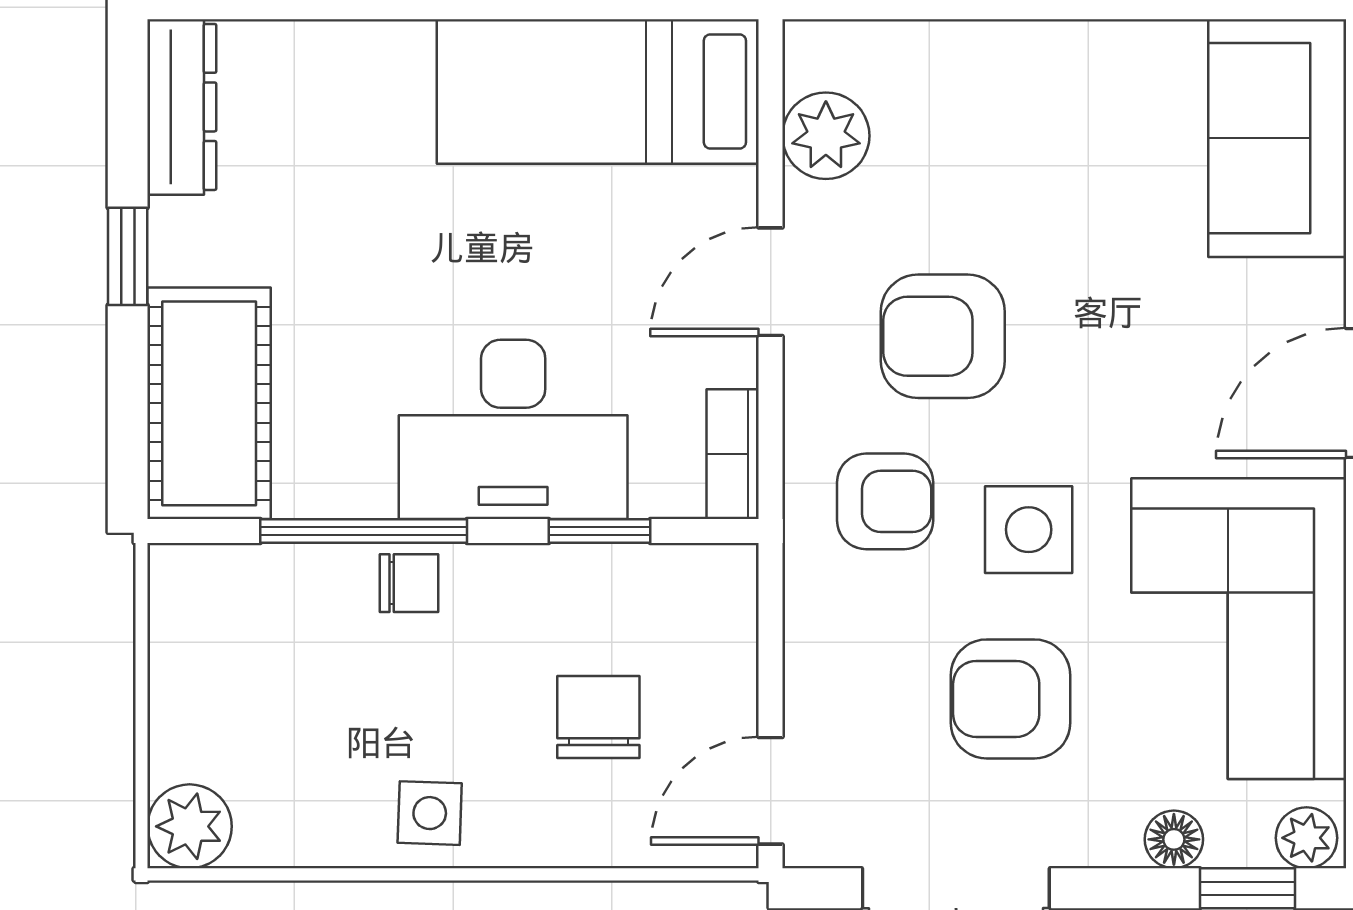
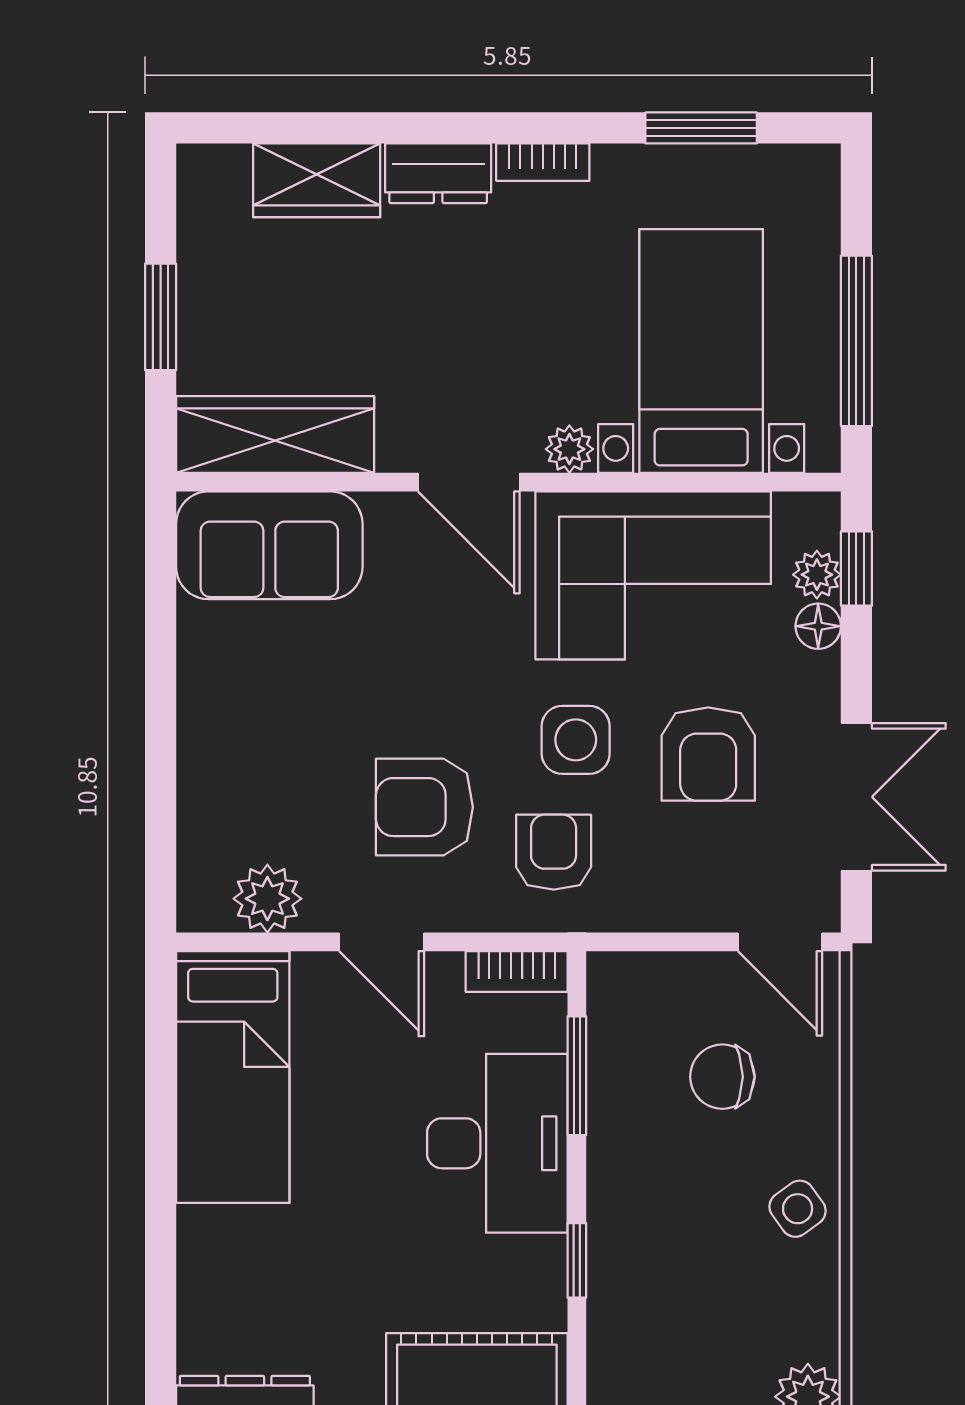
armchair: (943, 336) -> (424, 807), turned 90
window: (364, 531) -> (577, 1260), width x0.46
window: (600, 531) -> (577, 1076), width x1.50
chair: (409, 583) -> (618, 1225), removed
side table: (430, 813) -> (798, 1209), turned -38
plant: (1307, 838) -> (817, 575), moved

